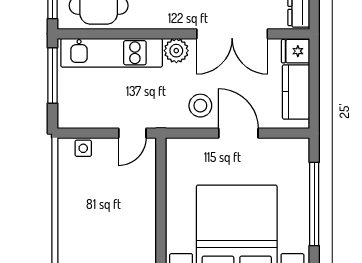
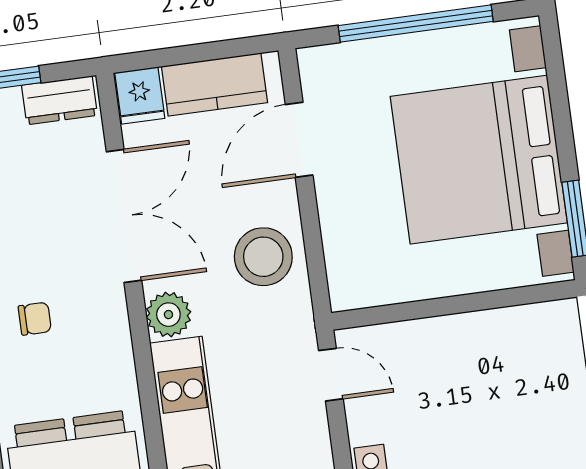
stool: (200, 106) -> (263, 257), width x1.38, depth x1.38
door: (238, 133) -> (299, 140), moved

